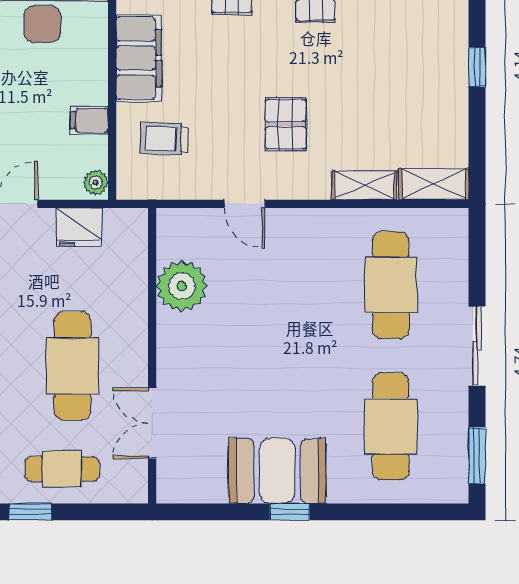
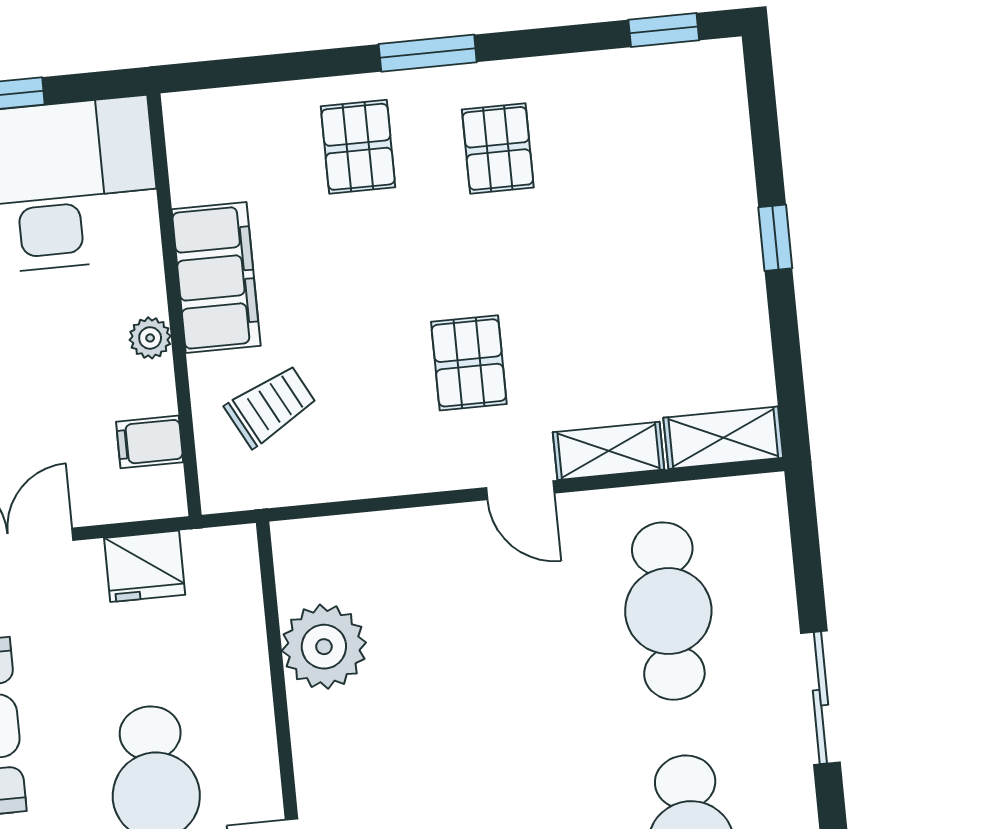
filing cabinet: (89, 120) -> (150, 442), moved
trolley: (164, 138) -> (271, 406), turned 150
plant: (96, 182) -> (150, 338), moved
door: (245, 204) -> (520, 490), moved

